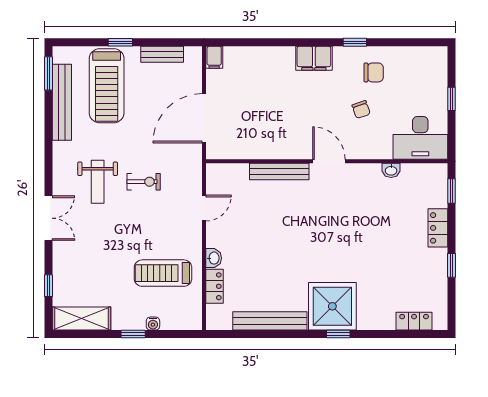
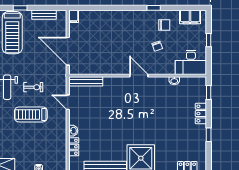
filing cabinet: (314, 58) -> (190, 17), moved
door: (204, 118) -> (68, 51), hinge flipped
bench: (279, 172) -> (86, 81), moved
door: (204, 208) -> (68, 102), swing flipped
treadmill: (163, 273) -> (31, 114), moved

